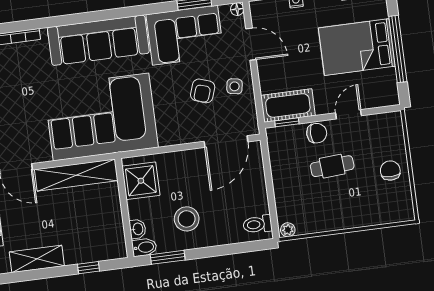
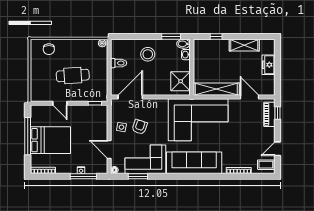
cot: (288, 105) -> (93, 113), removed
door: (349, 114) -> (60, 103), hinge flipped
chair: (317, 133) -> (79, 95), removed
cafe table: (332, 166) -> (73, 75), width x1.37, depth x1.35
chair: (390, 171) -> (49, 49), moved
stool: (187, 219) -> (148, 54), moved
toilet: (258, 224) -> (119, 63), moved

